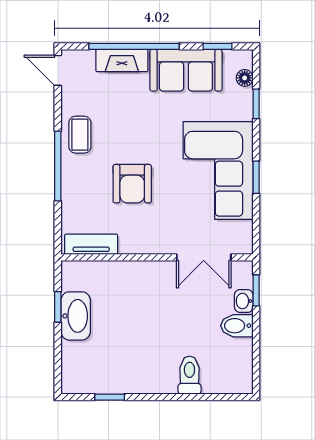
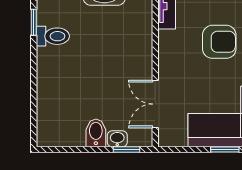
armchair: (132, 184) -> (219, 42), turned 180
toilet: (189, 375) -> (53, 36), moved

